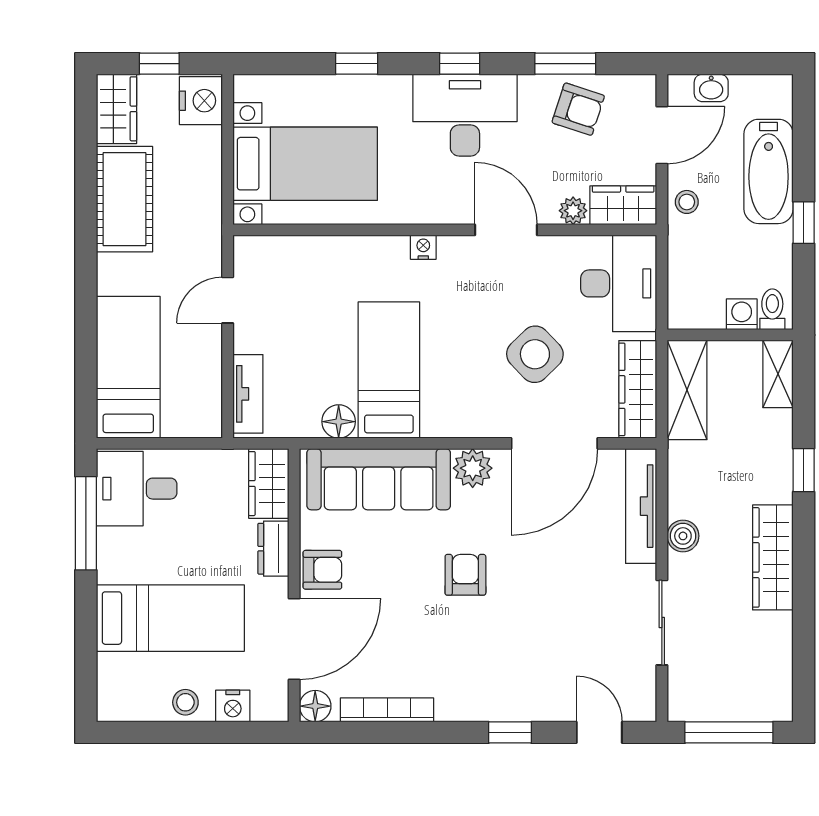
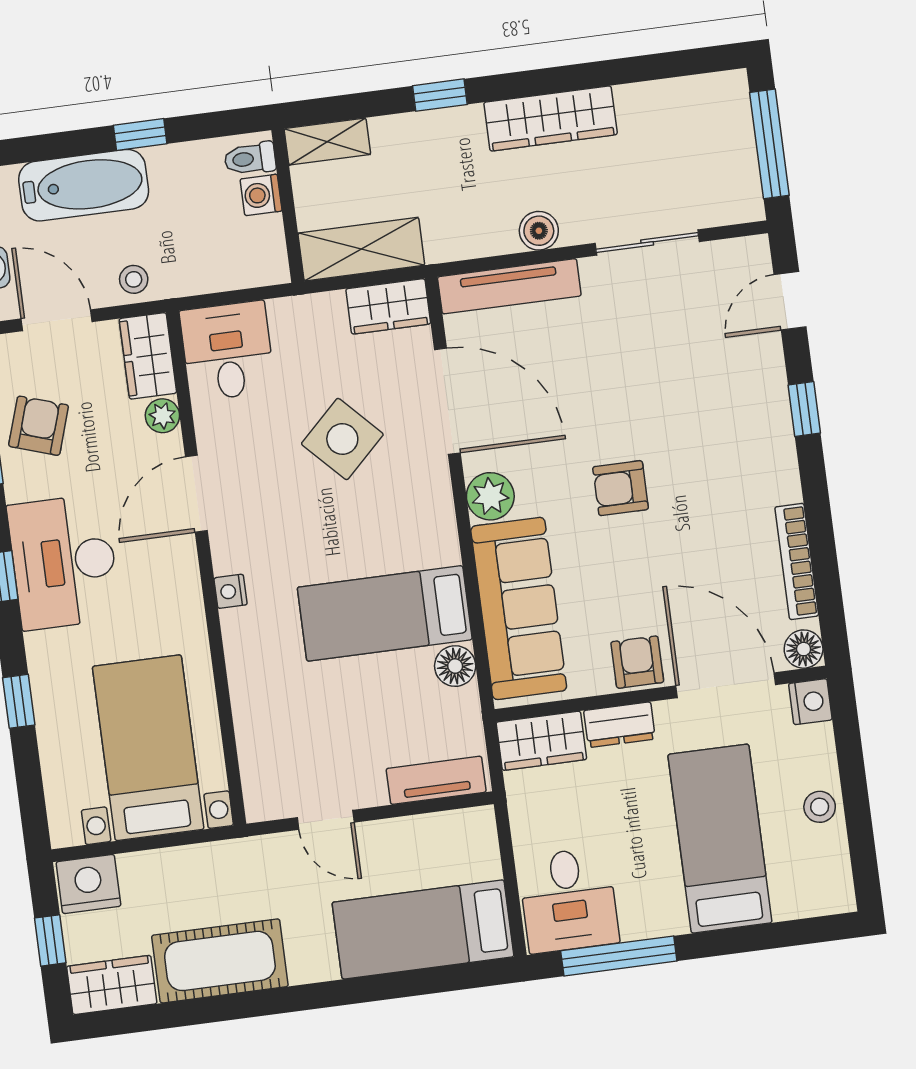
desk: (619, 283) -> (227, 351), width x0.73
wardrobe: (638, 389) -> (388, 306), width x0.67
nightstand: (233, 706) -> (810, 702), moved

